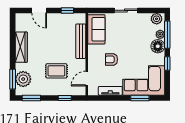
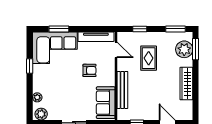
window: (167, 35) -> (30, 97), removed
floor lamp: (158, 46) -> (40, 85), removed
rug: (56, 71) -> (149, 58), turned 90
door: (87, 79) -> (116, 50), hinge flipped
tv unit: (110, 91) -> (96, 37), width x1.41

